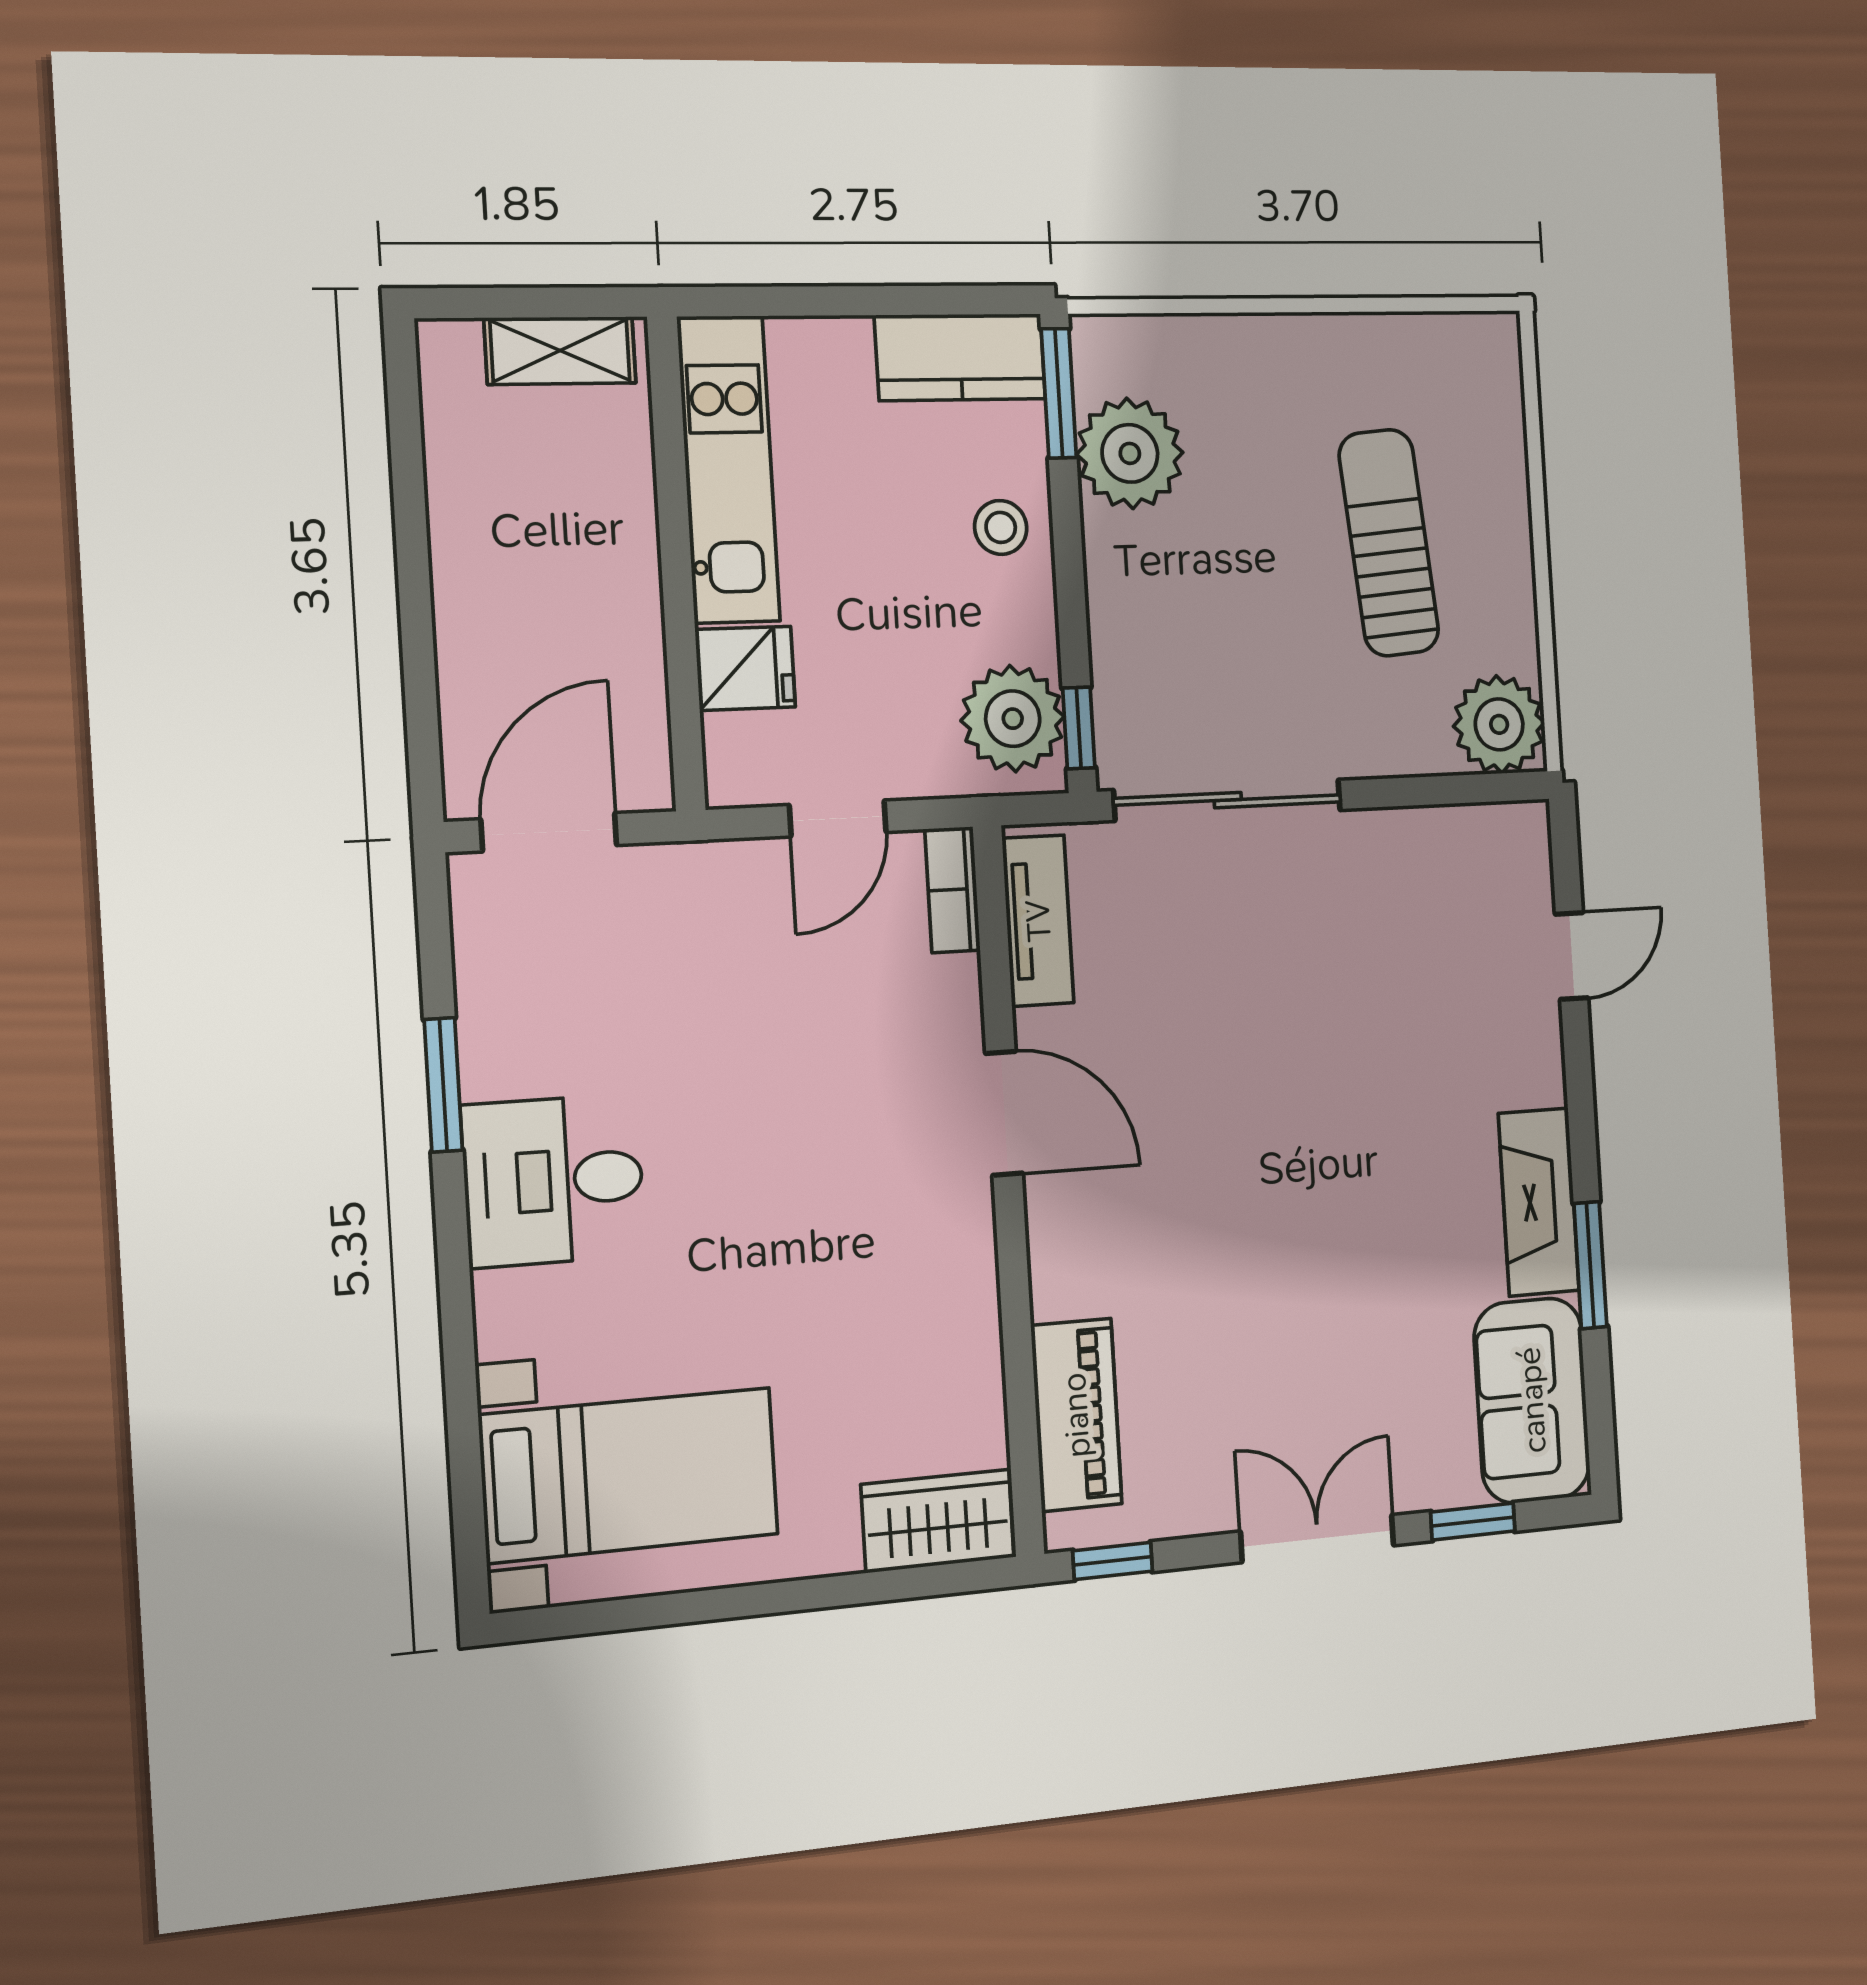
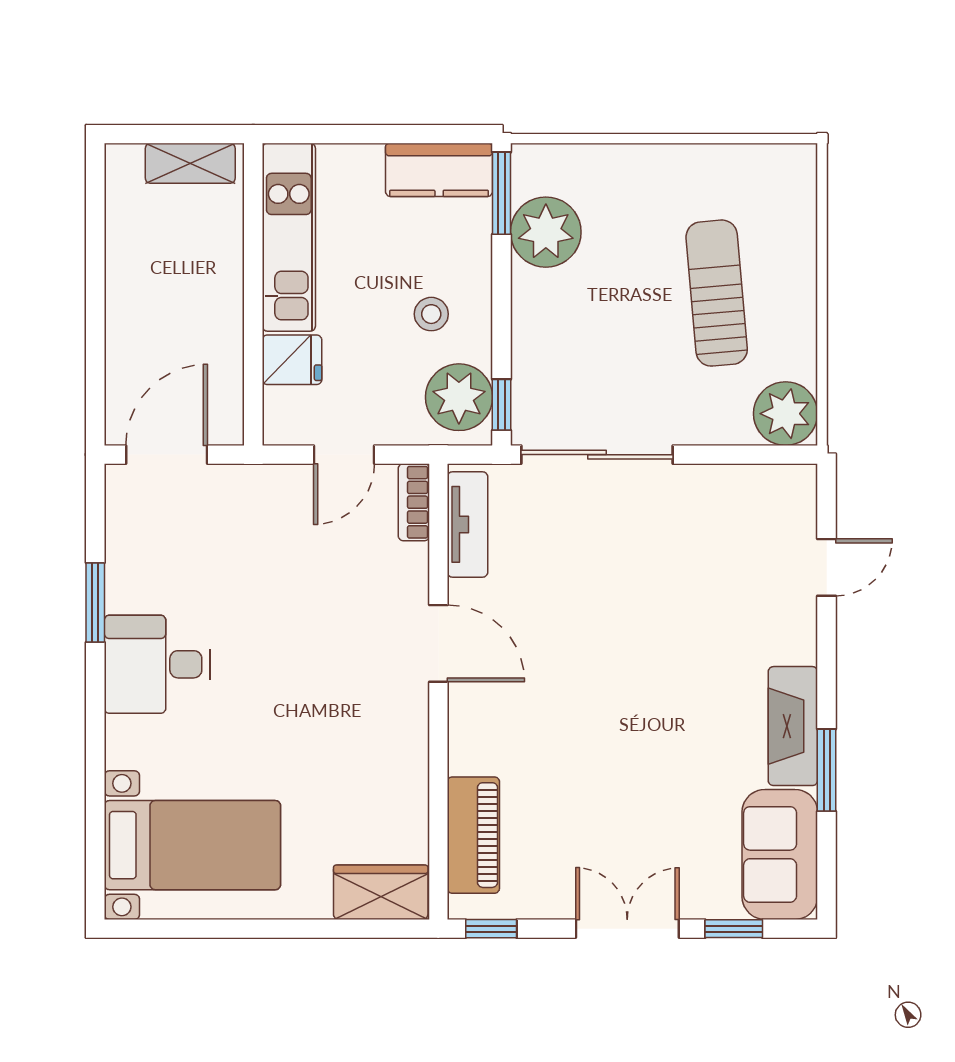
stool: (1001, 527) -> (431, 314), moved

